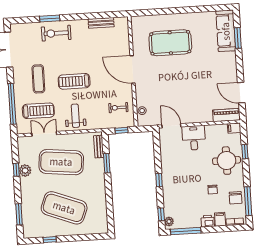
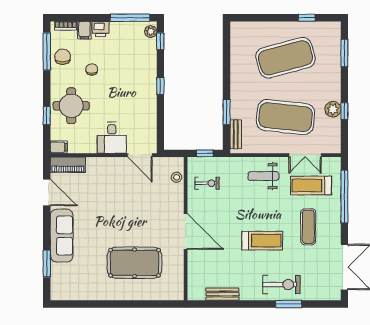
sofa: (226, 31) -> (62, 236), moved
treadmill: (74, 81) -> (262, 241), moved
weight bench: (75, 116) -> (263, 176), turned 90
exercise mat: (64, 208) -> (285, 58), turned -36

